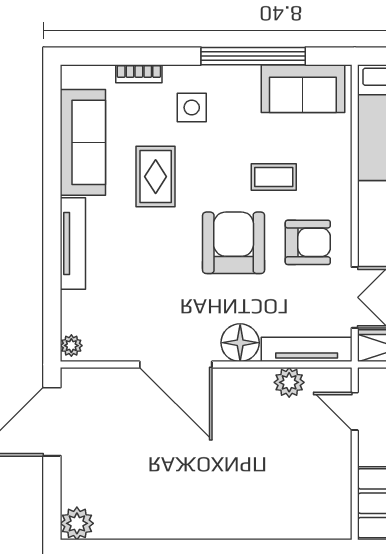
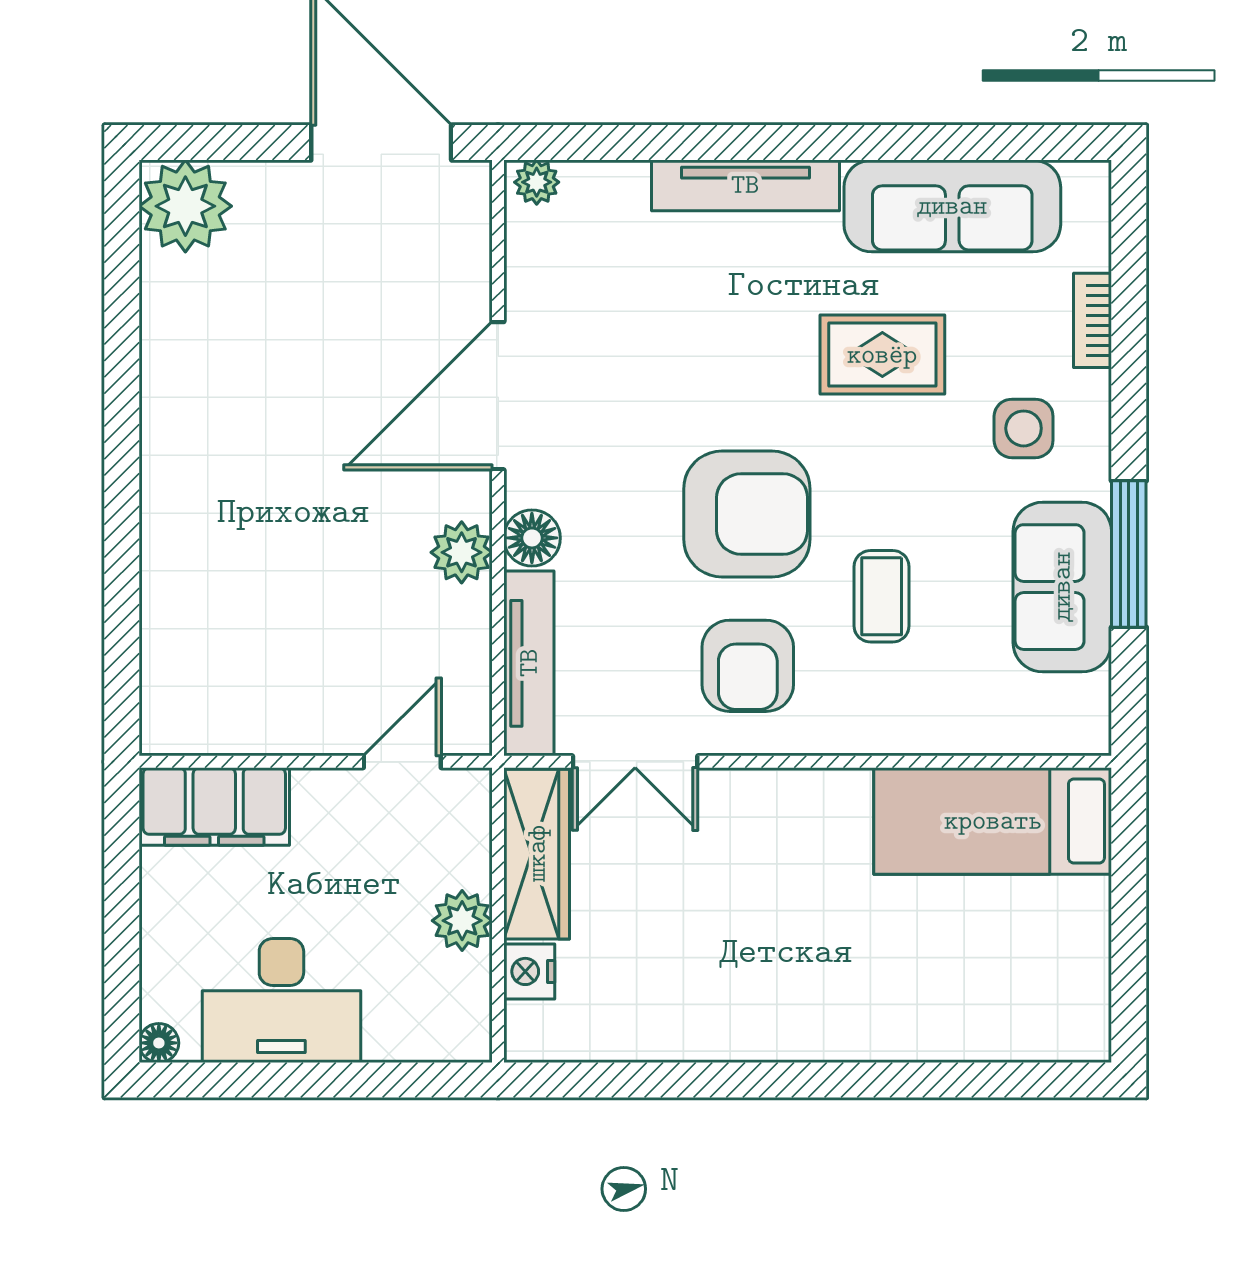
window: (253, 56) -> (1129, 554), width x0.68
sofa: (303, 89) -> (1062, 587), moved
floor lamp: (240, 343) -> (532, 538), width x0.73, depth x0.73
plant: (289, 382) -> (462, 552), moved
plant: (77, 523) -> (185, 206), width x1.36, depth x1.36

